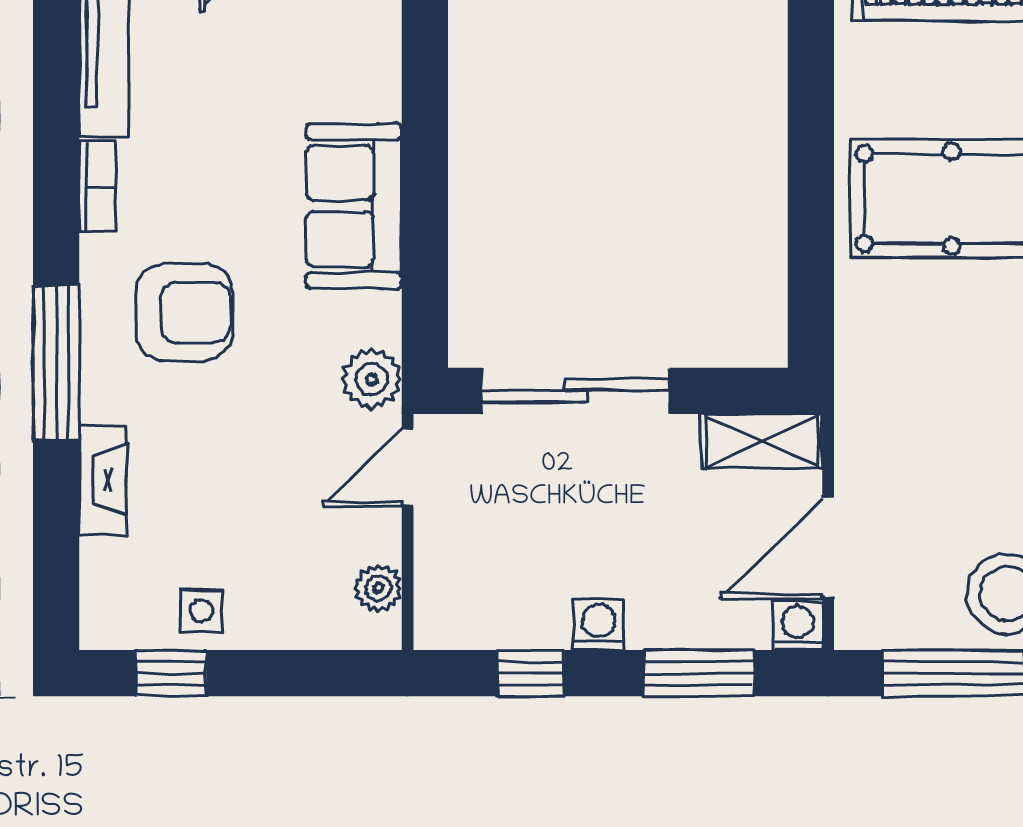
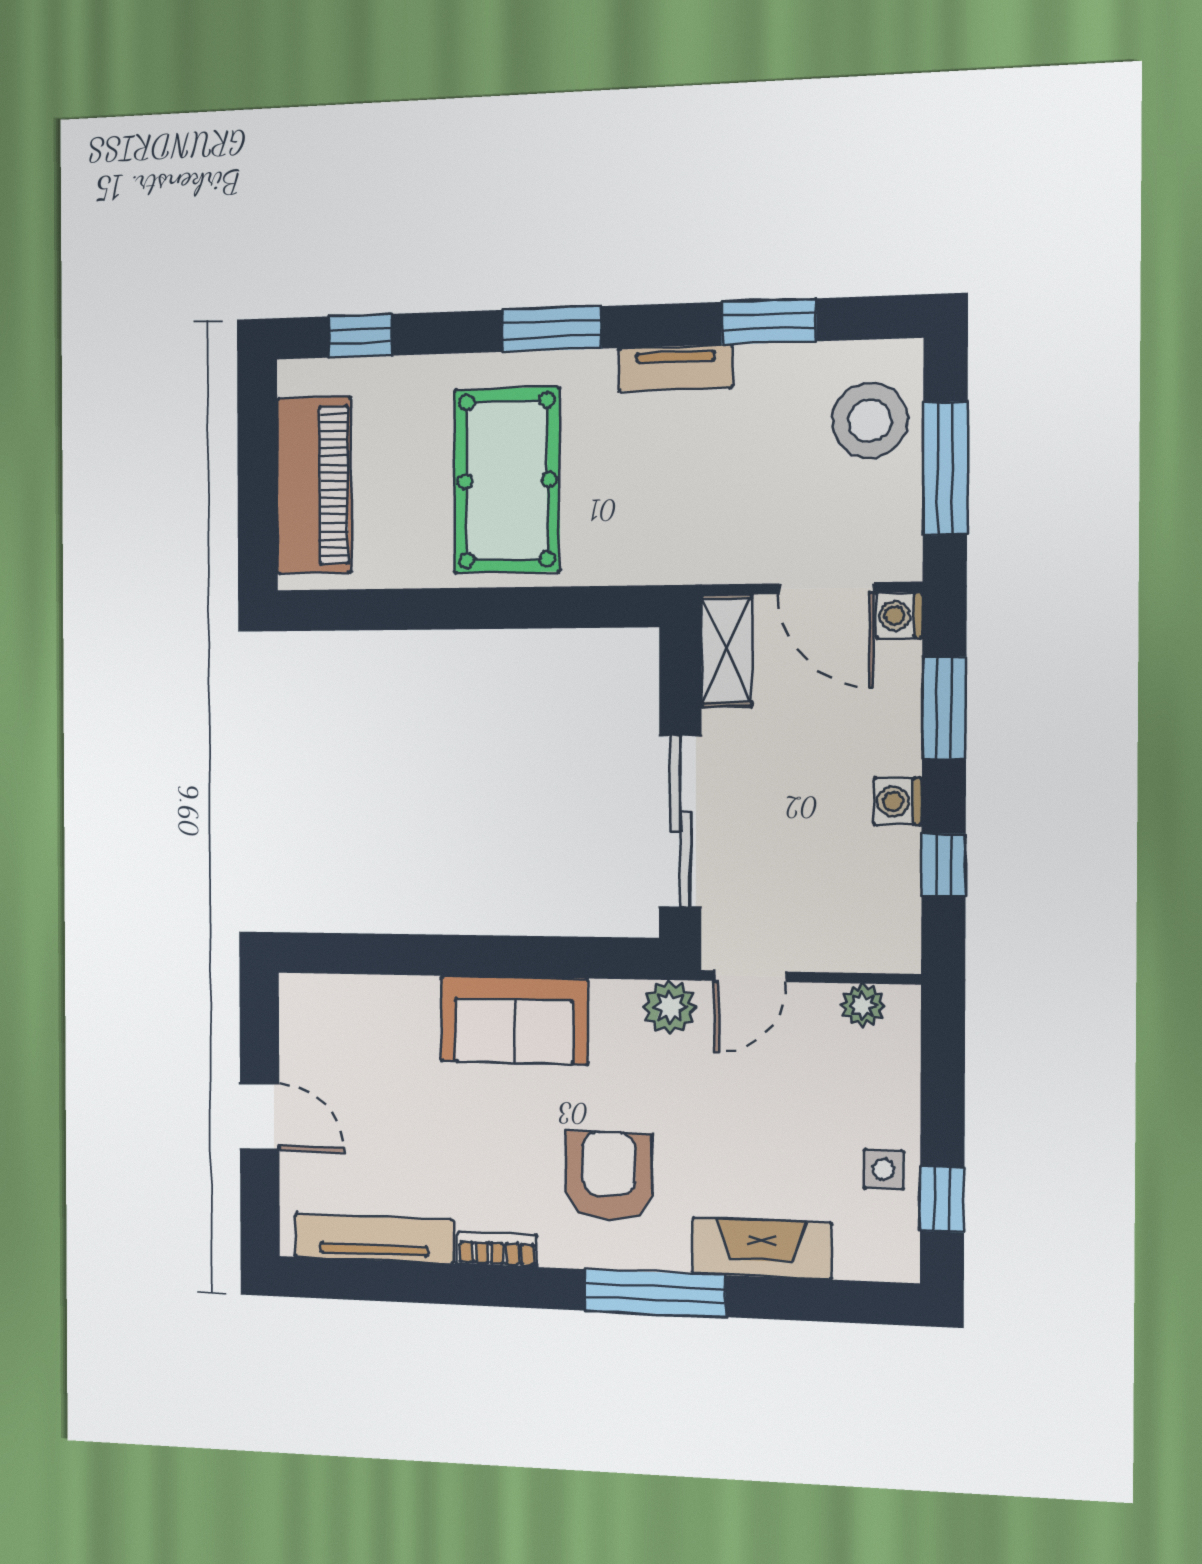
door: (408, 467) -> (750, 976), hinge flipped
fireplace: (103, 480) -> (762, 1248), width x1.37, depth x1.32

